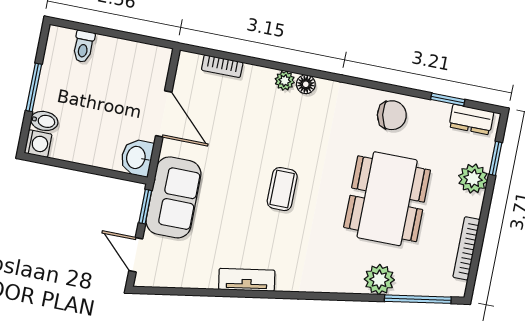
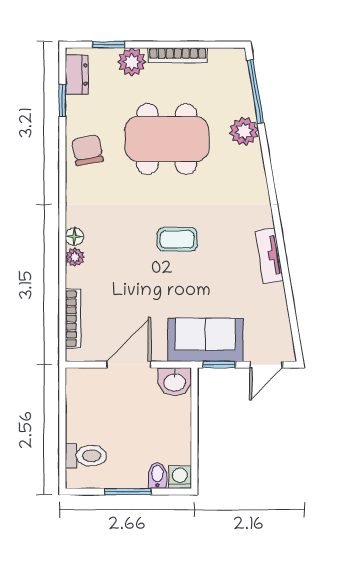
toilet: (84, 46) -> (86, 456), width x1.37, depth x1.39
bookcase: (222, 66) -> (73, 319), width x1.56
bookcase: (466, 248) -> (178, 55), moved

